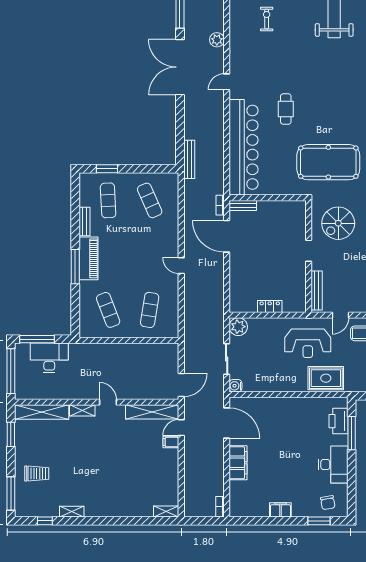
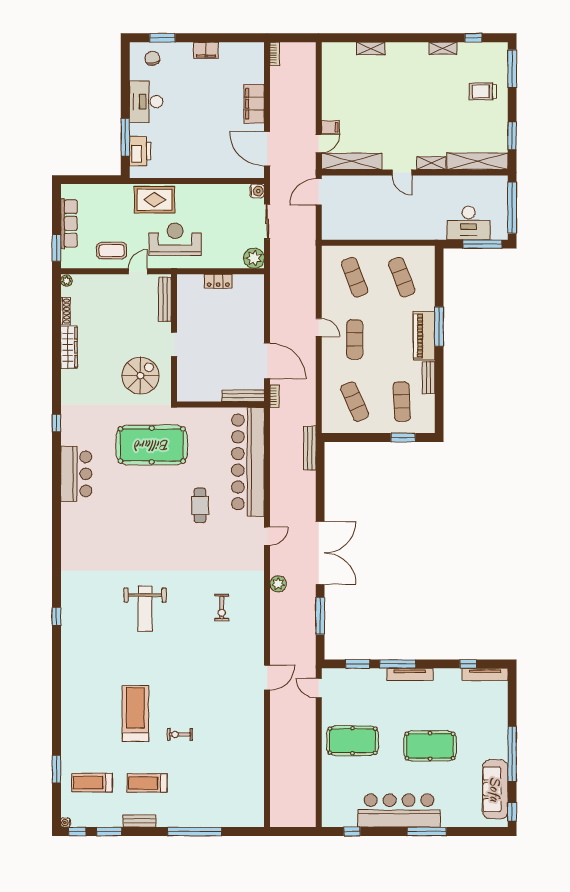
bench: (243, 205) -> (243, 396), width x1.36
exercise mat: (150, 255) -> (355, 339), added
exercise mat: (150, 310) -> (355, 277), turned -30
shelving: (166, 511) -> (371, 48), moved

